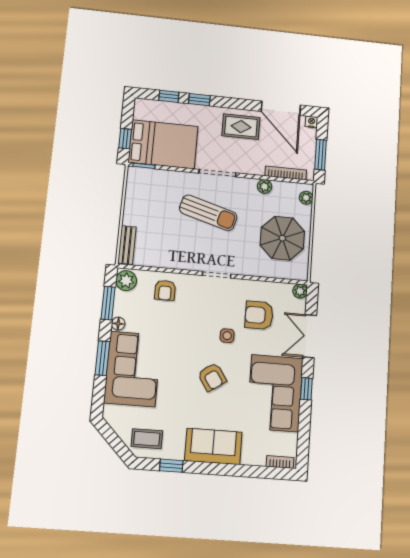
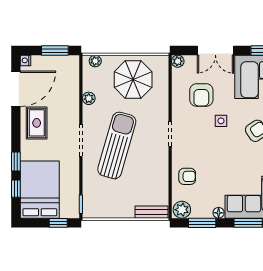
bed: (163, 144) -> (40, 190), moved
bookcase: (286, 173) -> (75, 80), removed
sun lounger: (208, 213) -> (117, 145), width x1.36, depth x1.34

